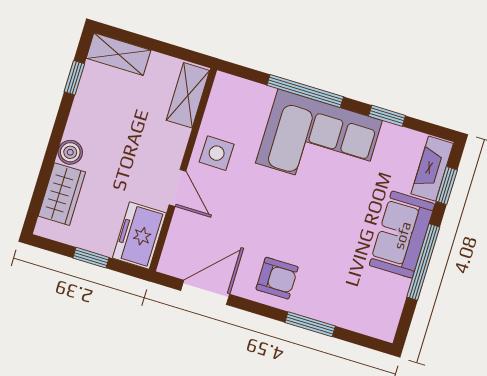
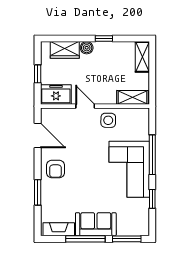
window: (74, 78) -> (104, 39), moved
fireplace: (432, 169) -> (59, 229), moved
window: (447, 186) -> (127, 239), width x1.50
door: (178, 188) -> (85, 106), swing flipped

